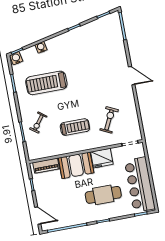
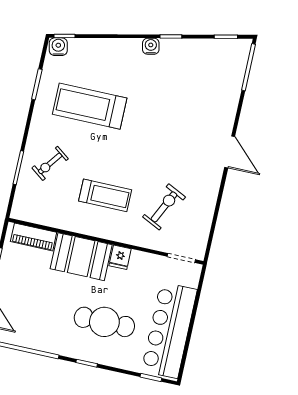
water cooler: (41, 47) -> (151, 46), moved
fridge: (102, 158) -> (120, 257), width x0.53, depth x0.75

